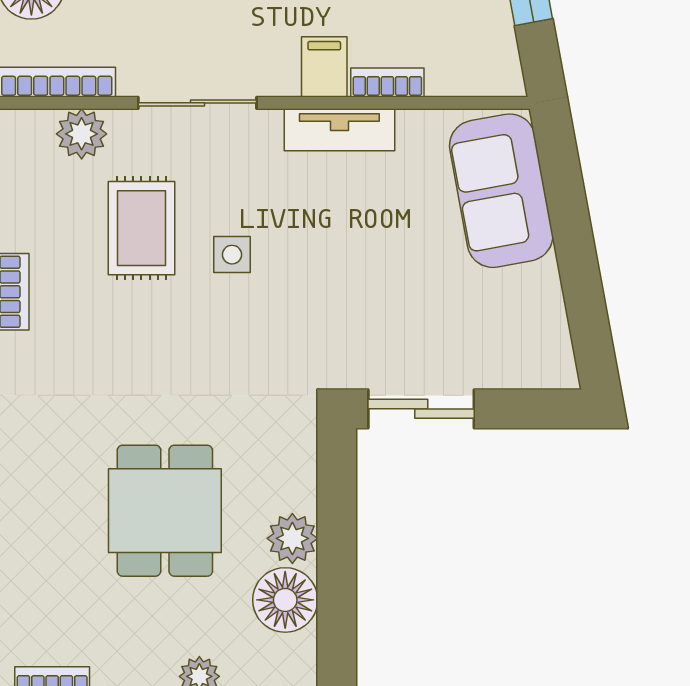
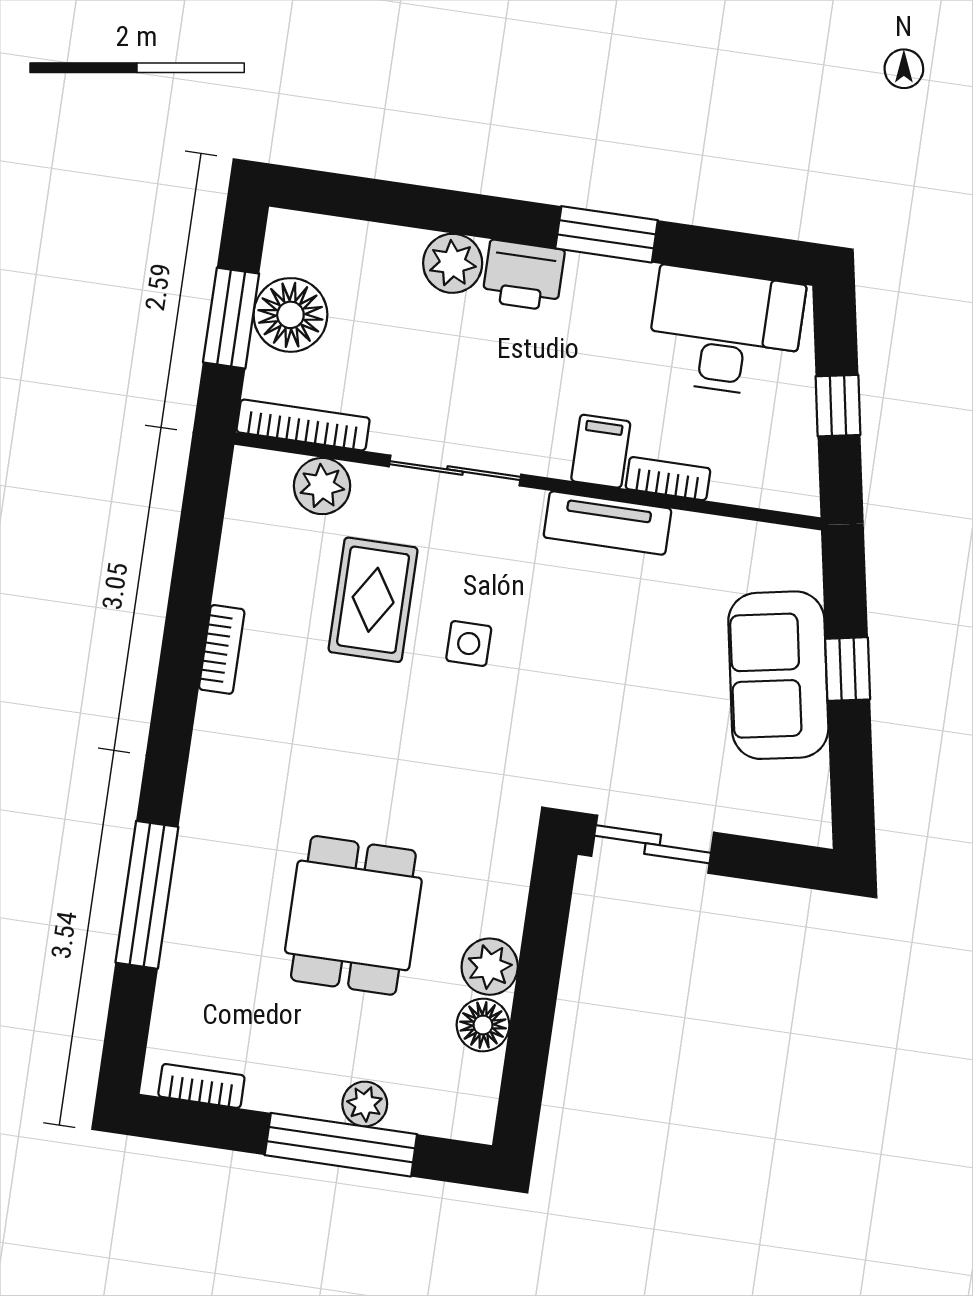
sofa: (501, 191) -> (778, 675), moved
window: (571, 228) -> (848, 669), added
floor lamp: (285, 600) -> (483, 1025), width x0.73, depth x0.73

